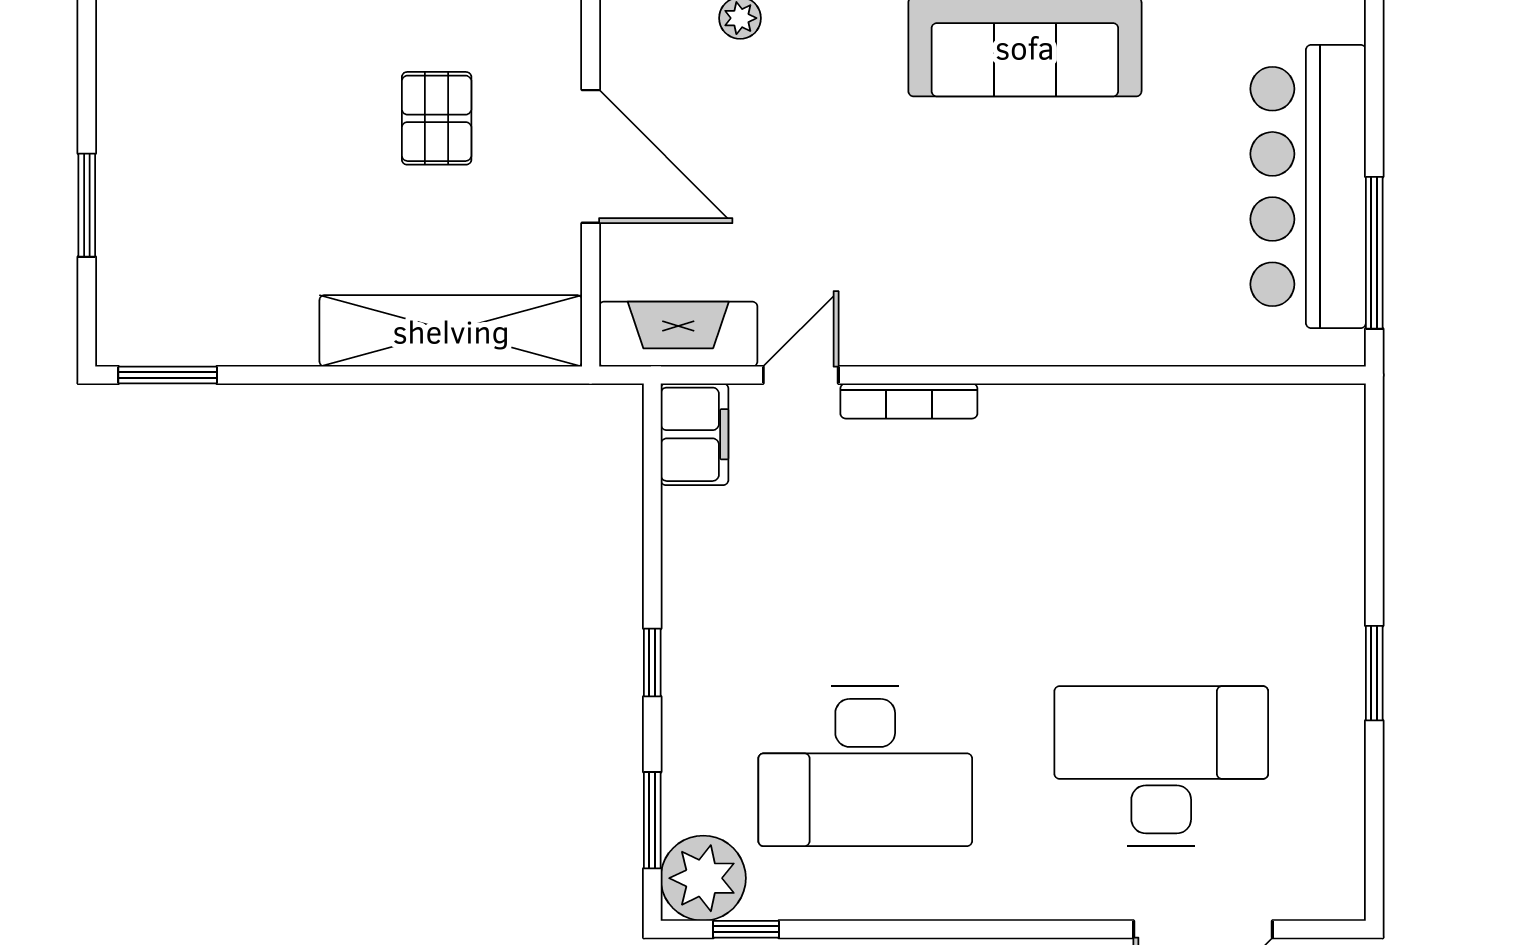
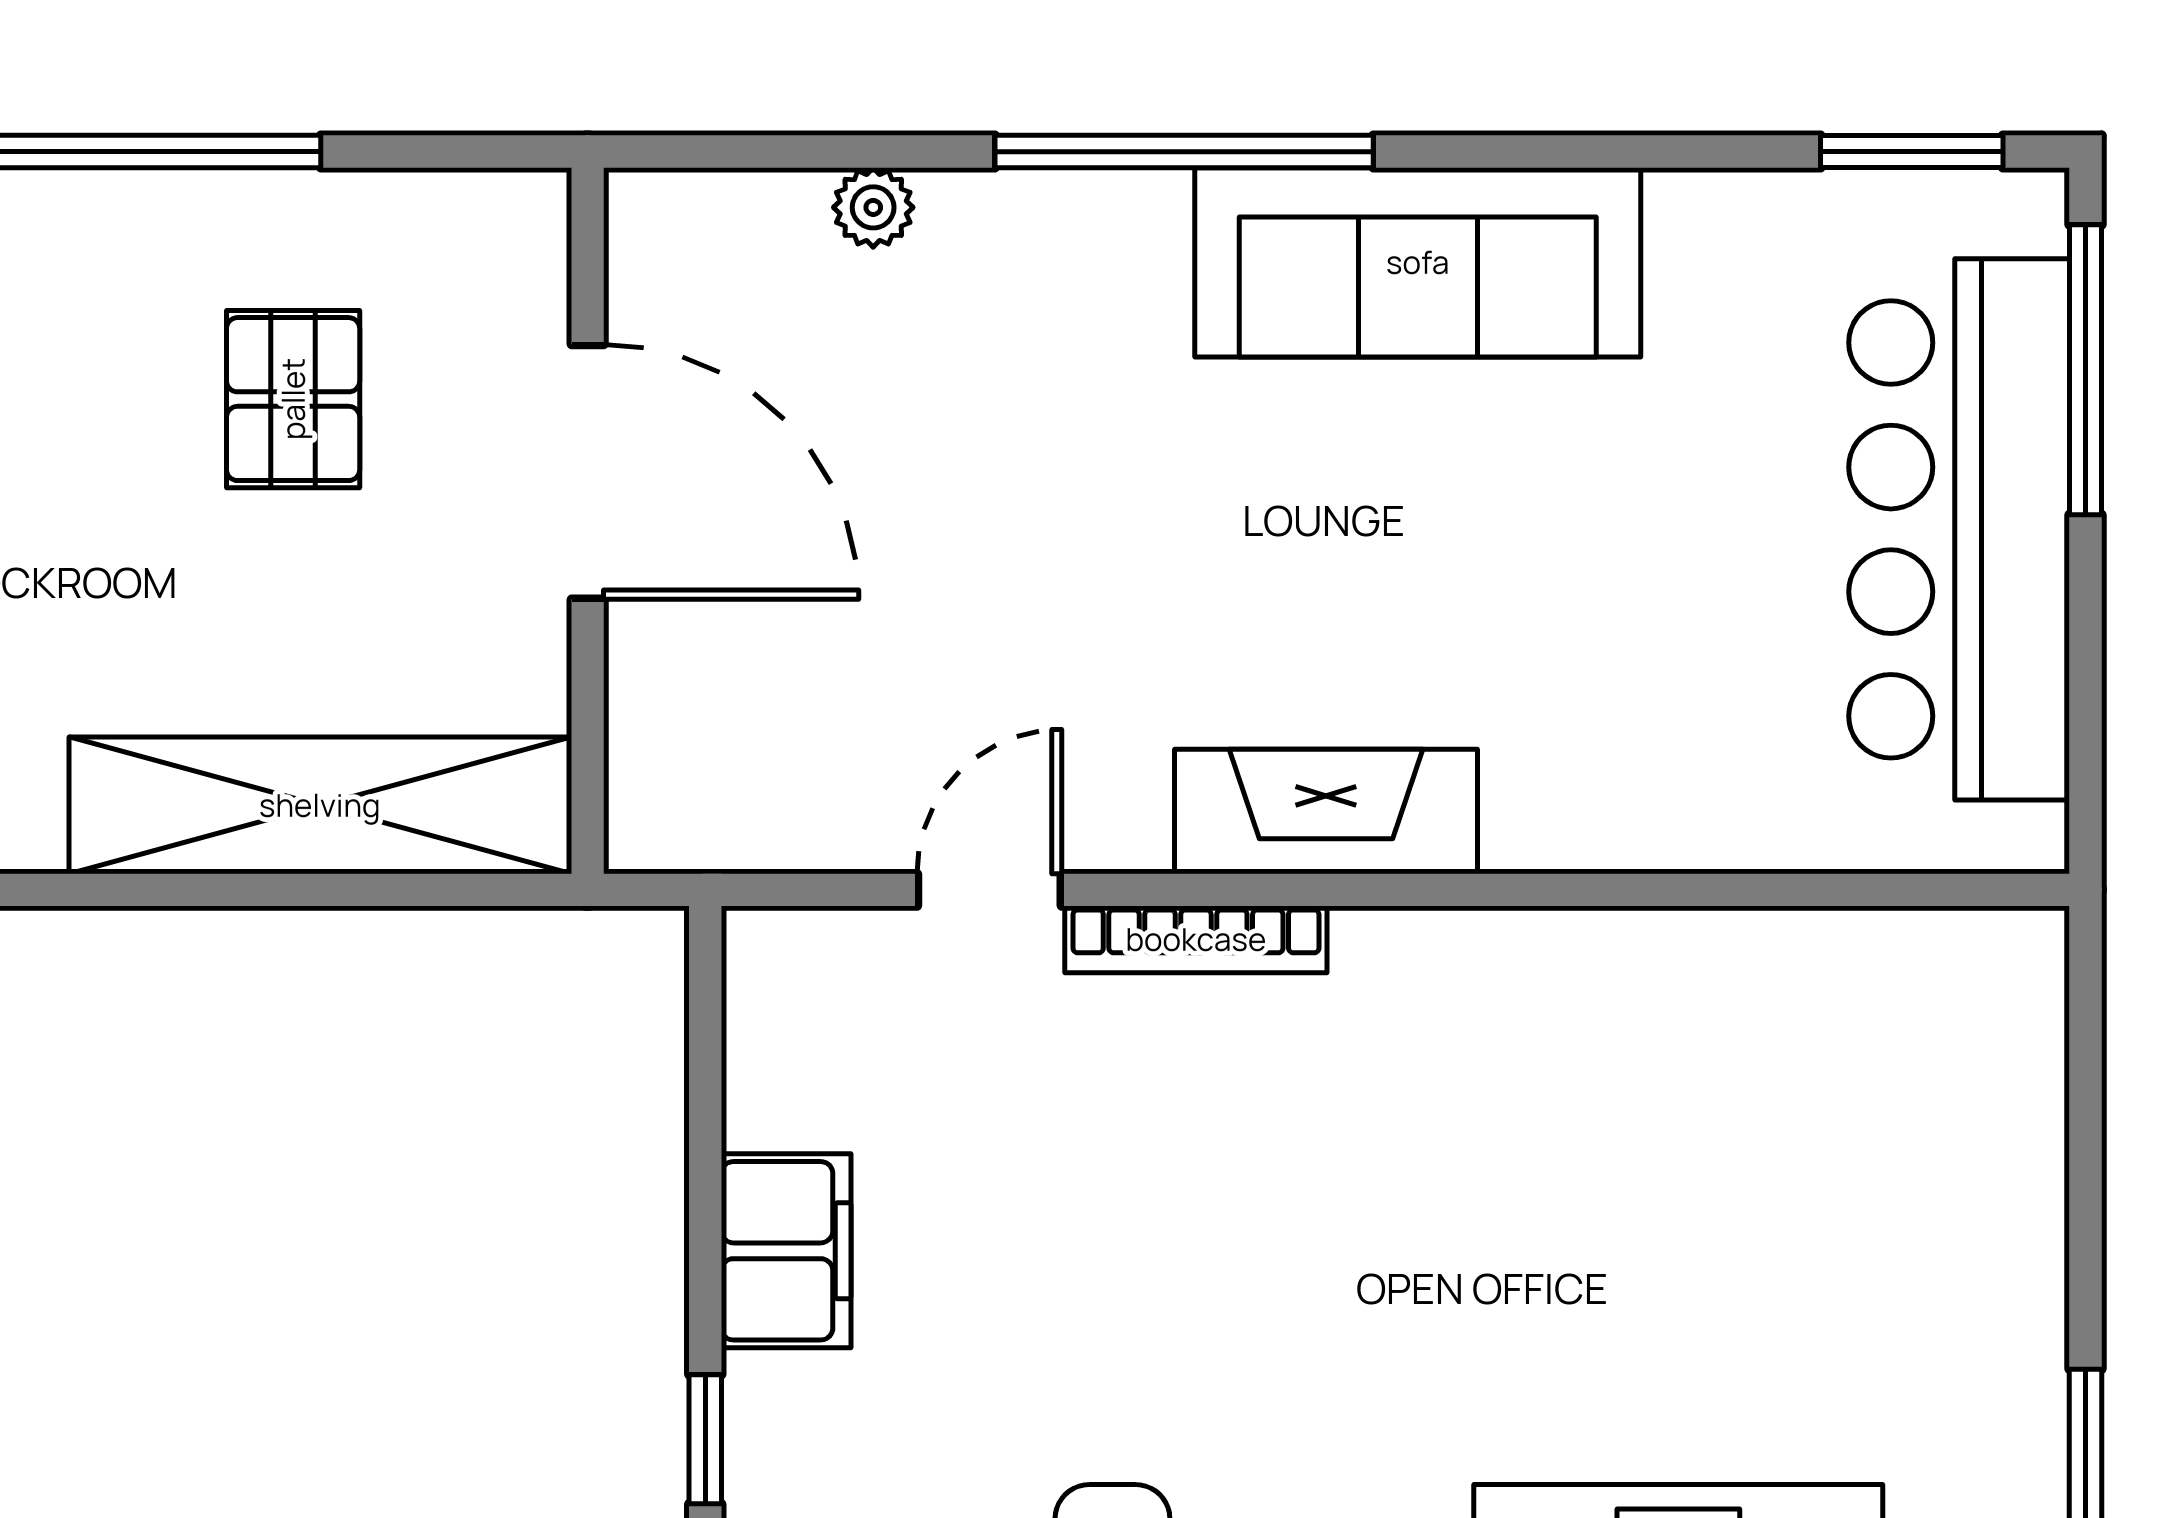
window: (1374, 253) -> (2086, 370), moved
fireplace: (678, 334) -> (1326, 811), moved
filing cabinet: (694, 434) -> (786, 1251), moved

